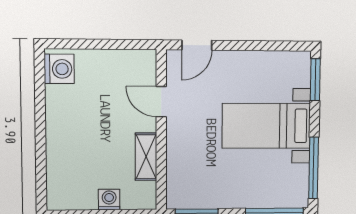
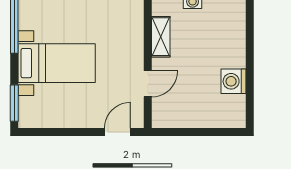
washing machine: (59, 69) -> (234, 81), moved
door: (161, 102) -> (148, 84), hinge flipped

